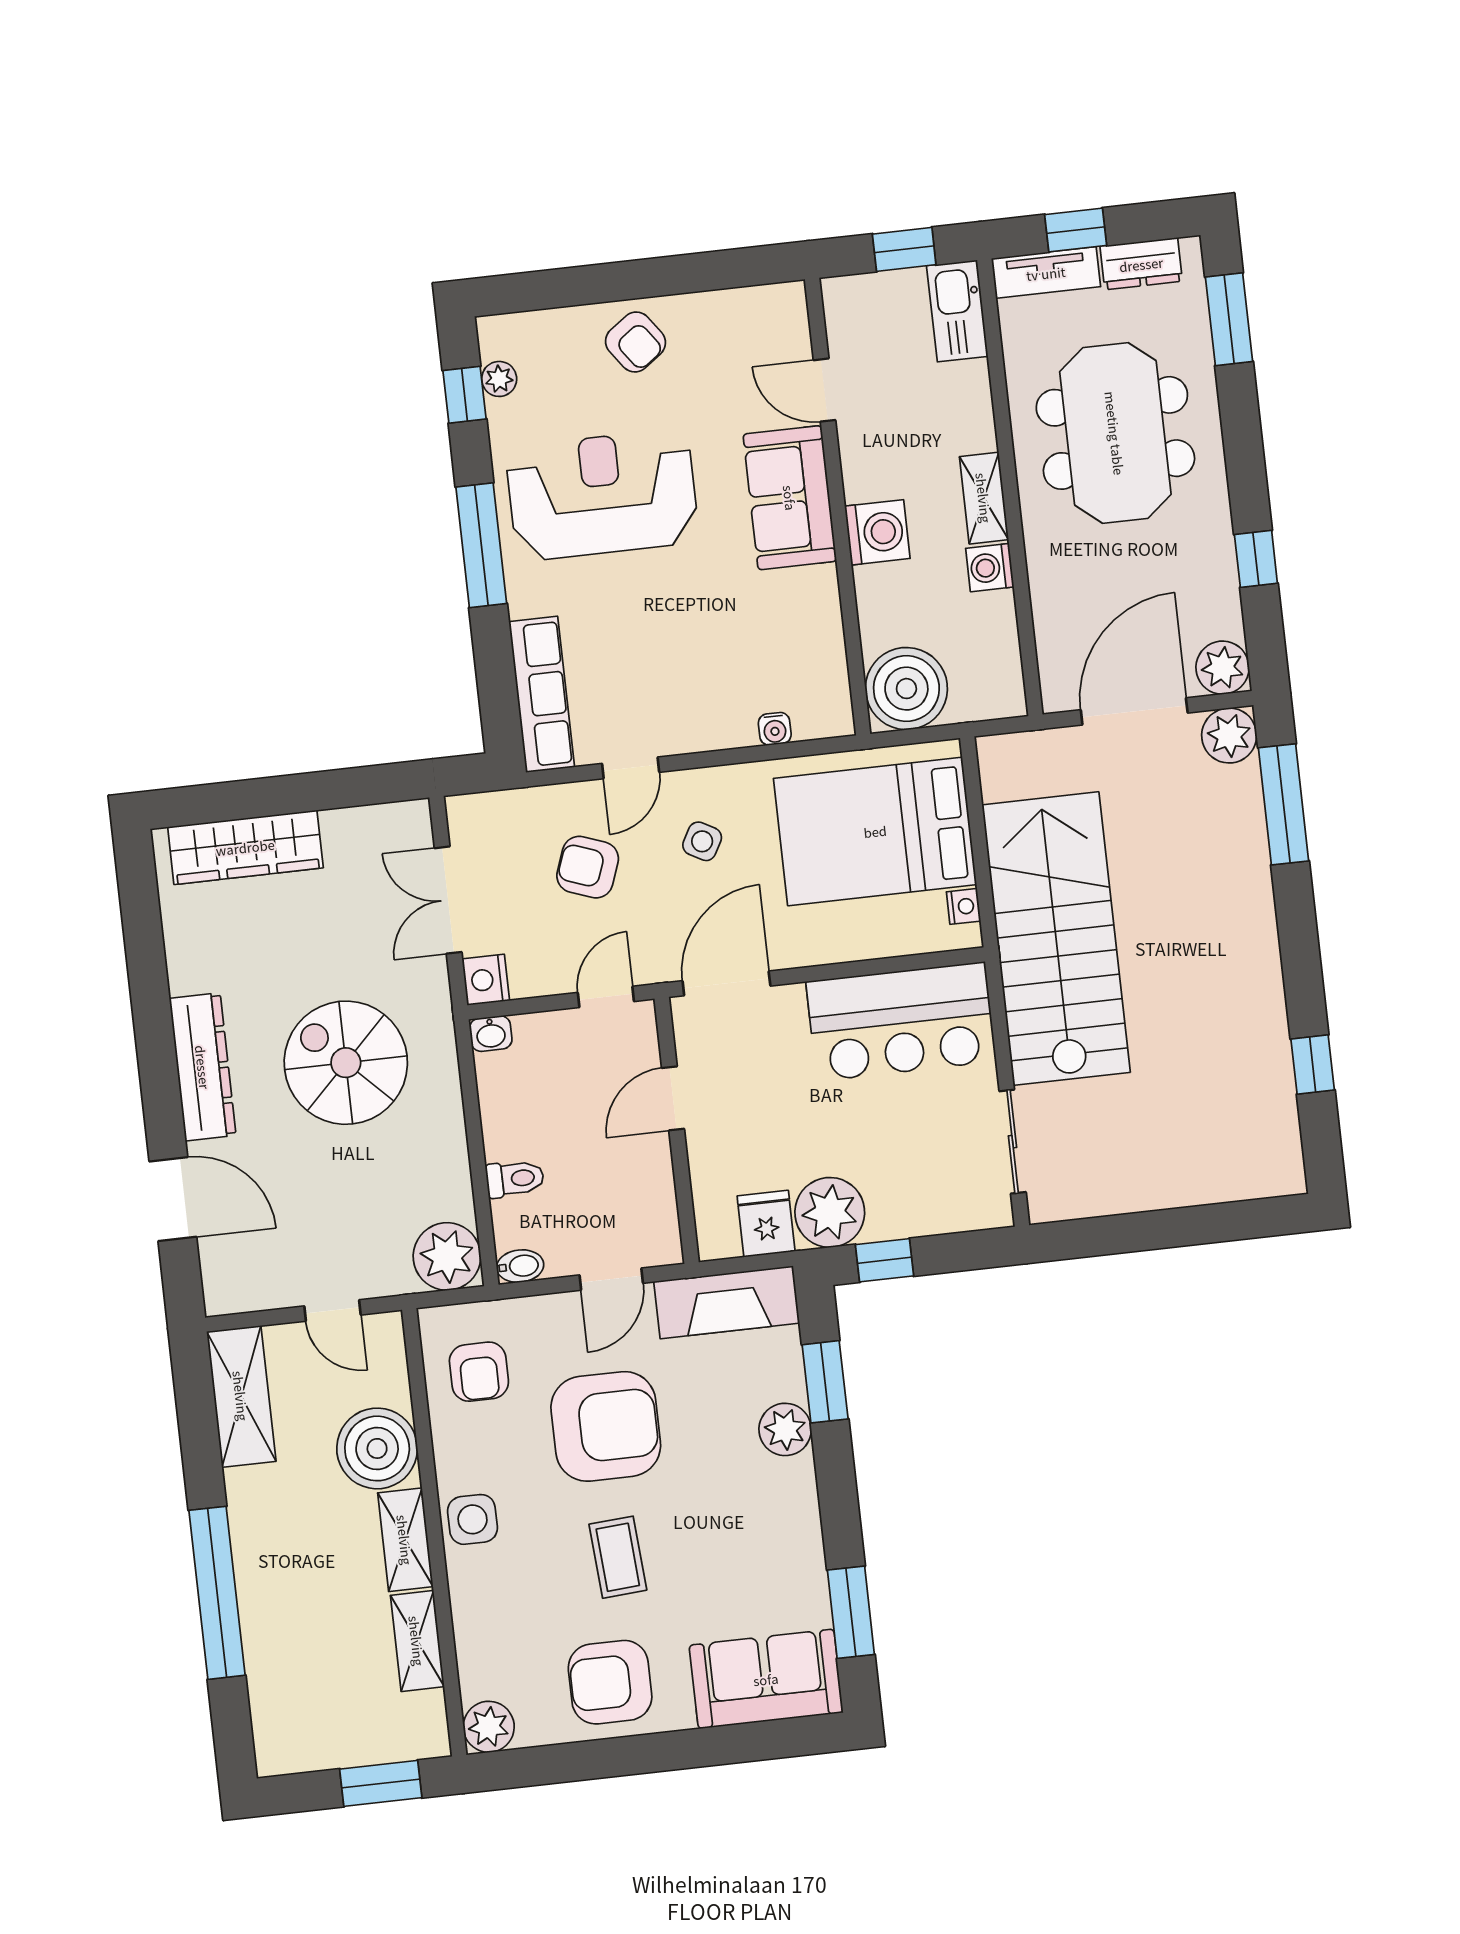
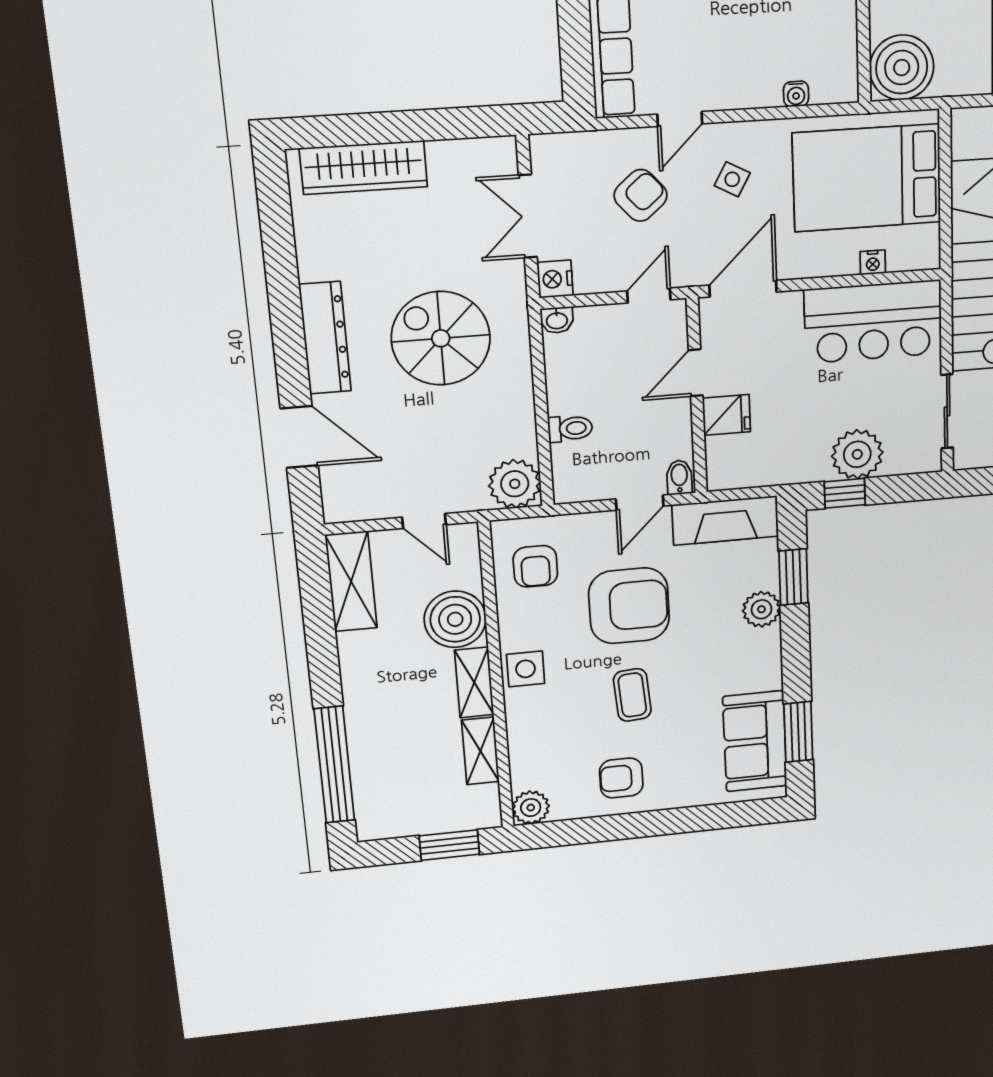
armchair: (588, 867) -> (641, 195), turned 119
nightstand: (963, 906) -> (873, 262), moved, turned 90
plant: (830, 1212) -> (857, 454), moved
fridge: (766, 1224) -> (726, 415), moved, turned 90
bidet: (520, 1266) -> (679, 477), moved, turned -90
window: (217, 1593) -> (334, 765), moved
sofa: (766, 1679) -> (755, 741), moved, turned -90
armchair: (610, 1682) -> (621, 778), width x0.72, depth x0.72

